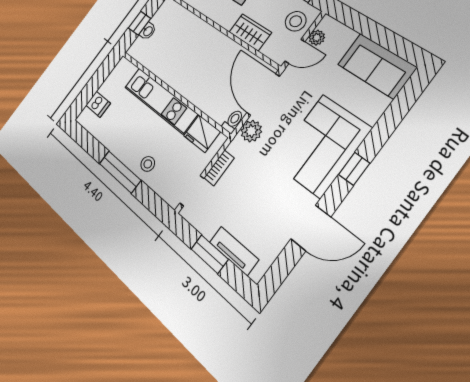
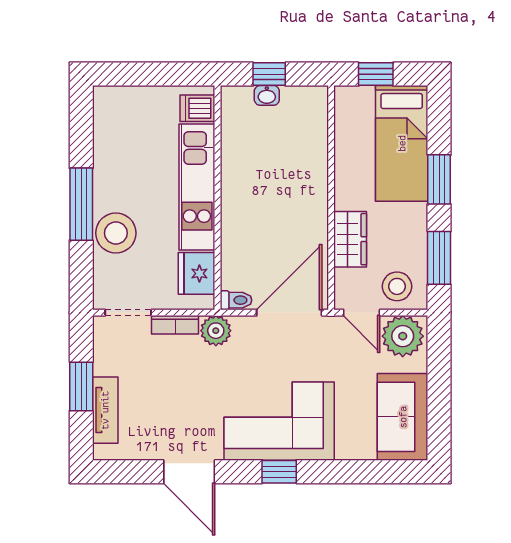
plant: (317, 38) -> (403, 336), width x1.87, depth x1.87
dishwasher: (98, 104) -> (197, 108), moved, turned 90
plant: (251, 131) -> (216, 331), moved
stool: (148, 164) -> (116, 233), width x1.89, depth x1.89

